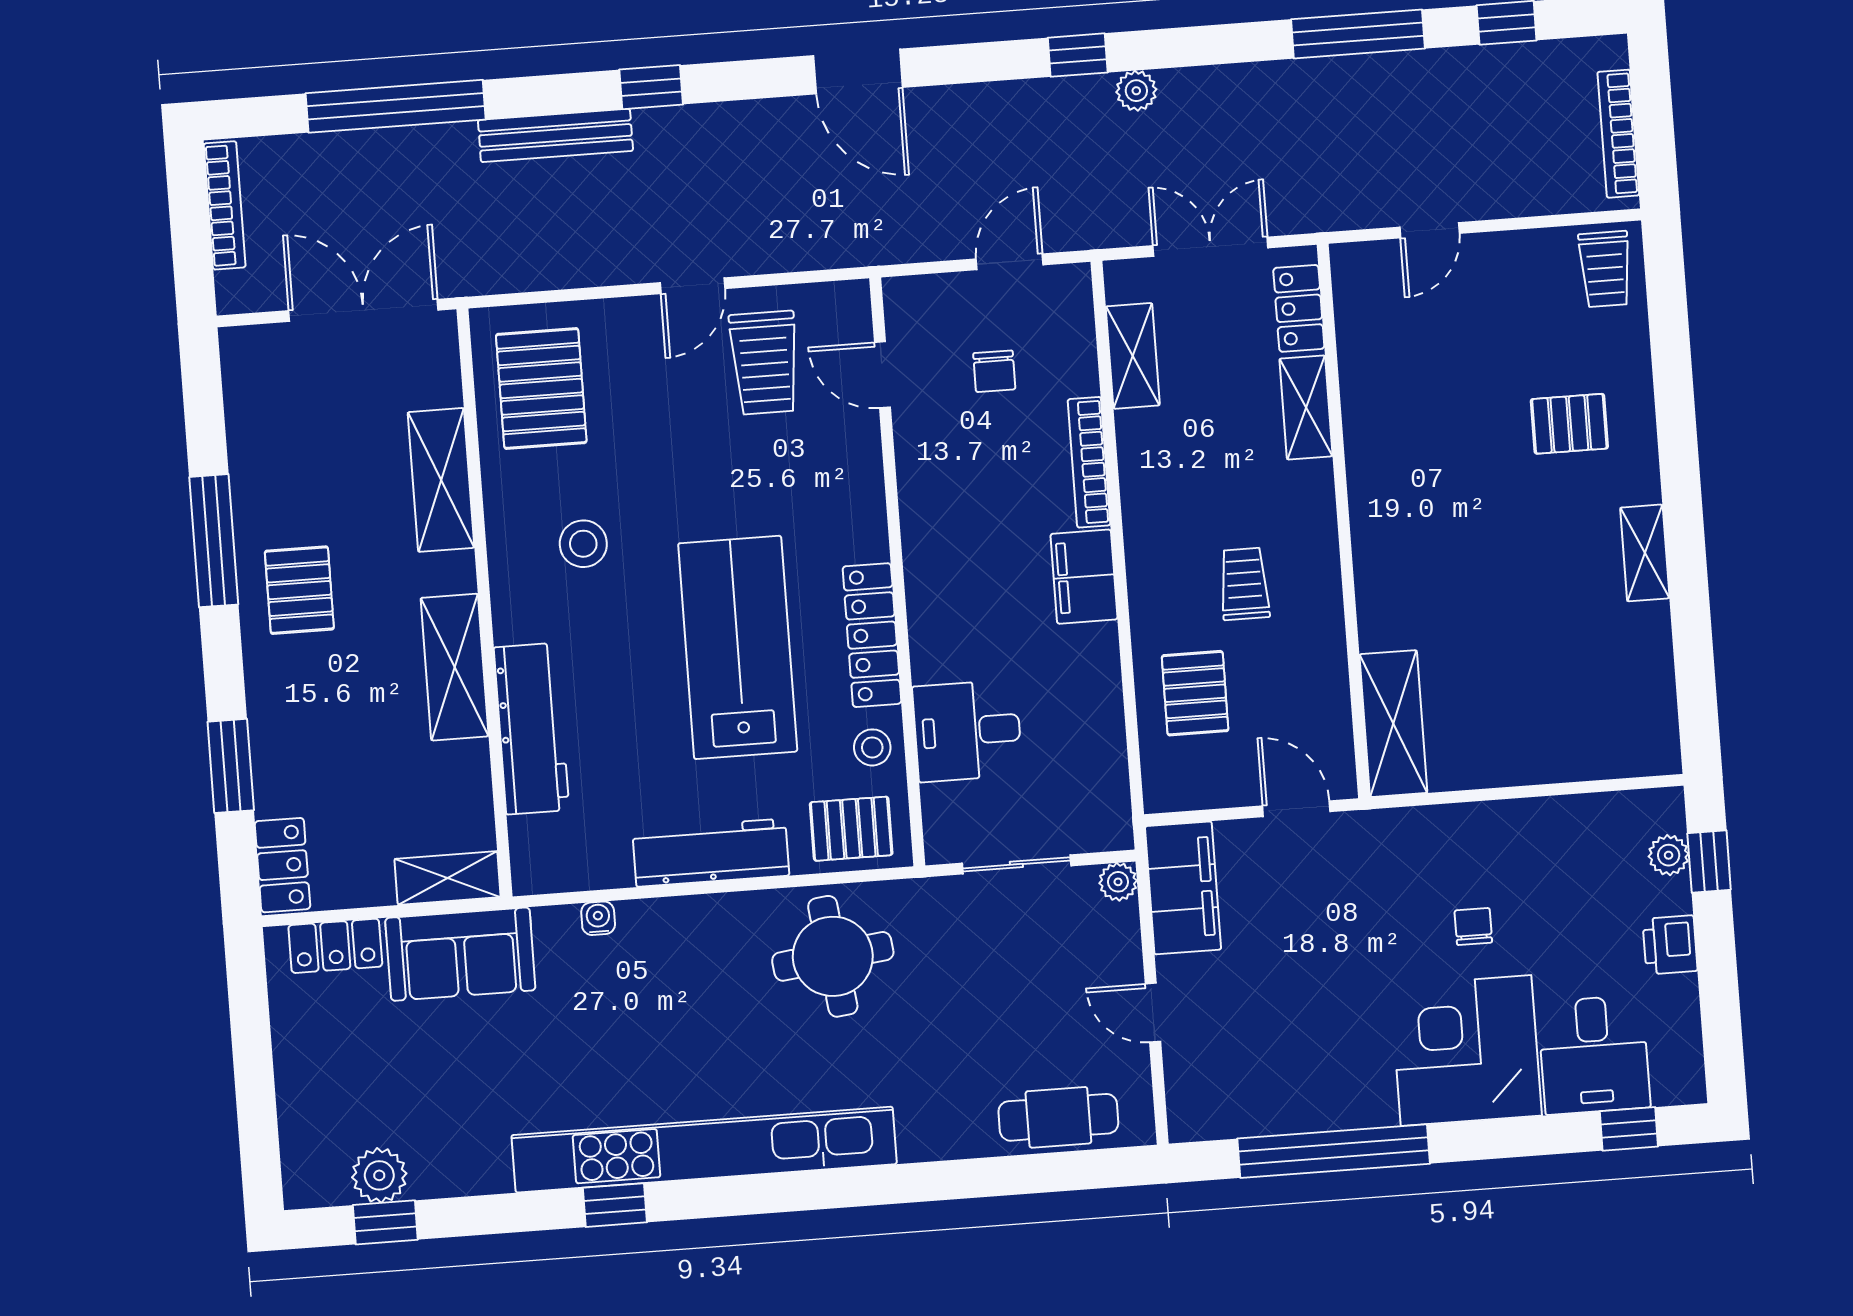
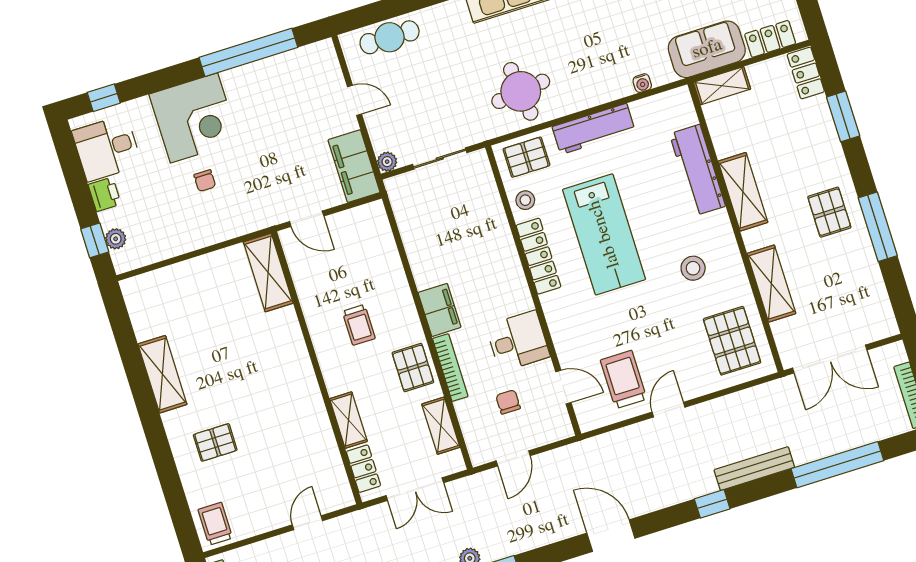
shelving: (1645, 553) -> (162, 374), width x1.50, depth x1.33
pallet: (1195, 693) -> (413, 368), moved
desk: (967, 731) -> (518, 341), moved
desk: (1594, 1055) -> (107, 148), moved, turned -90

